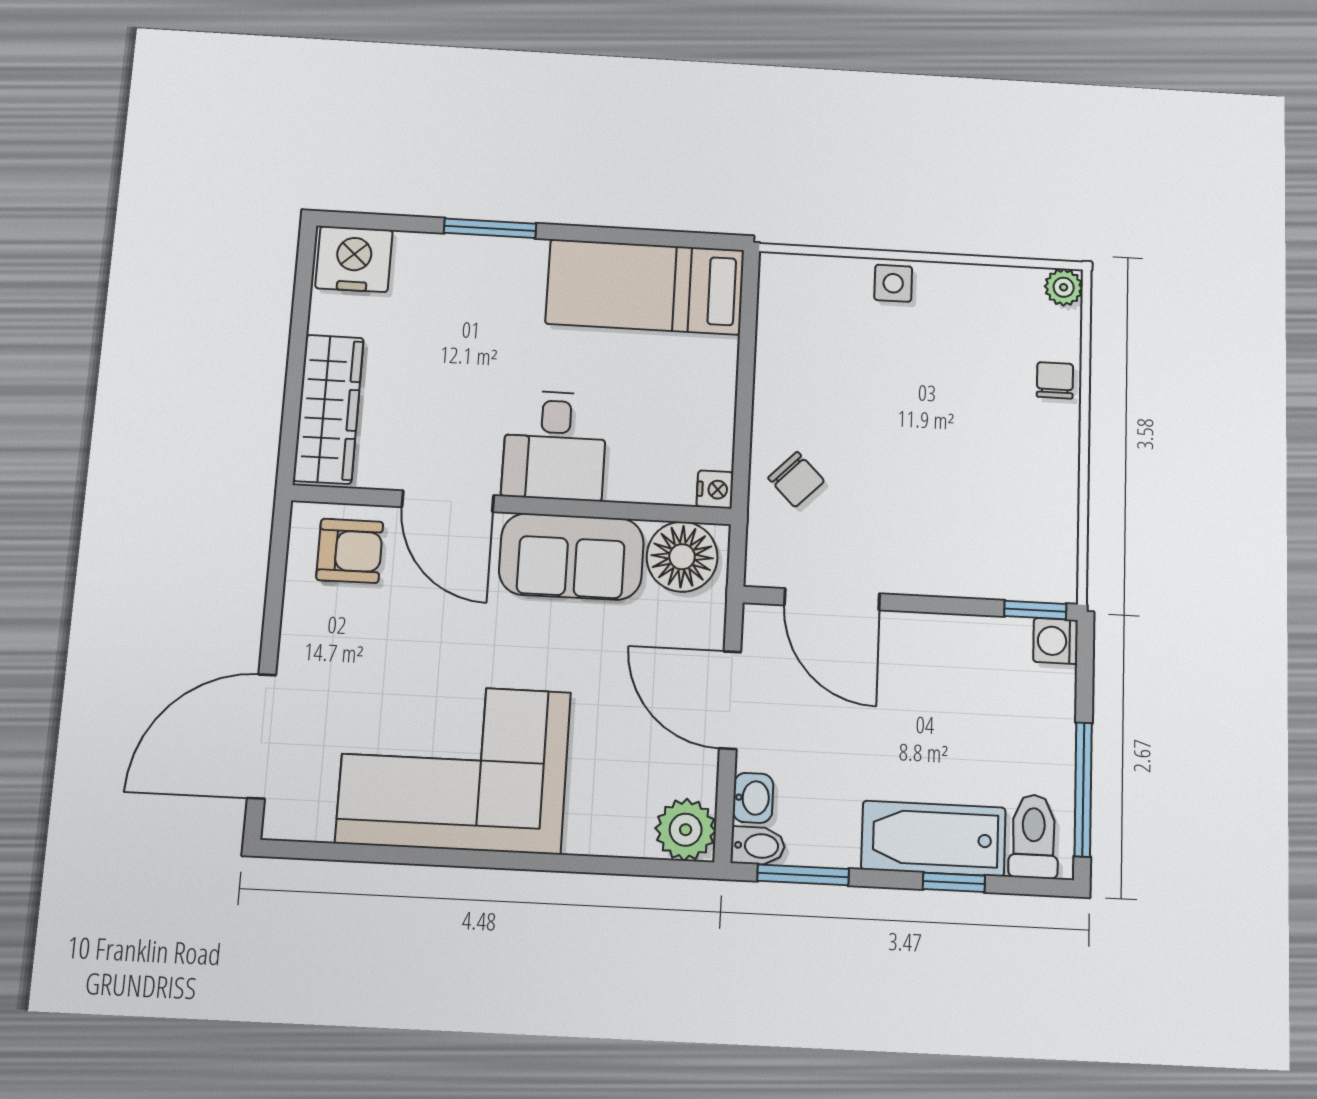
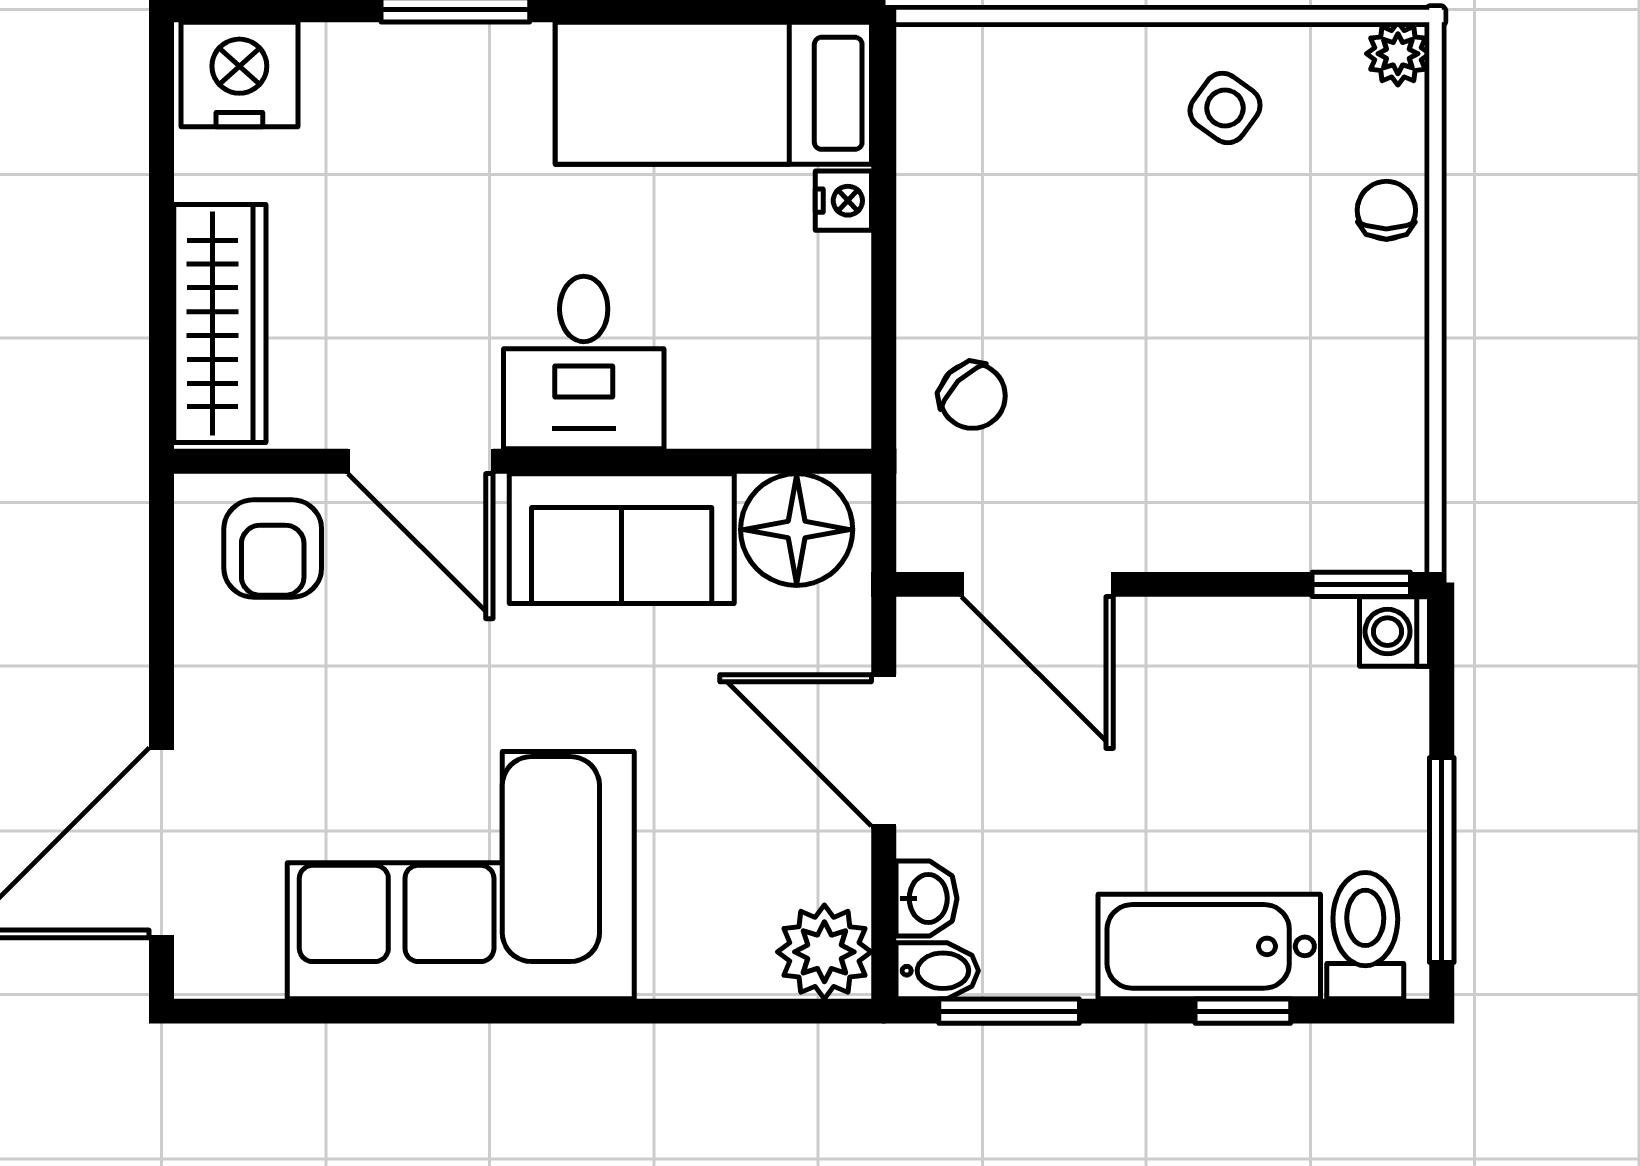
side table: (893, 283) -> (1225, 108), moved, turned 36
nightstand: (715, 490) -> (843, 201), moved
armchair: (350, 551) -> (273, 548), turned 90

